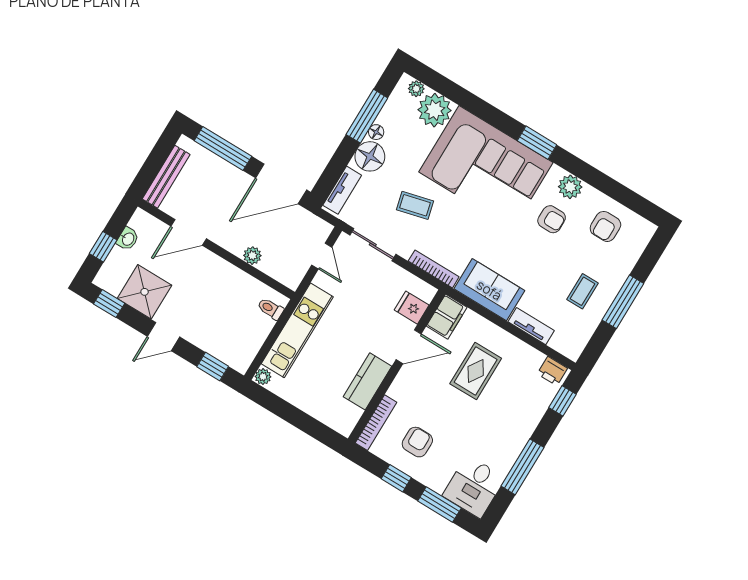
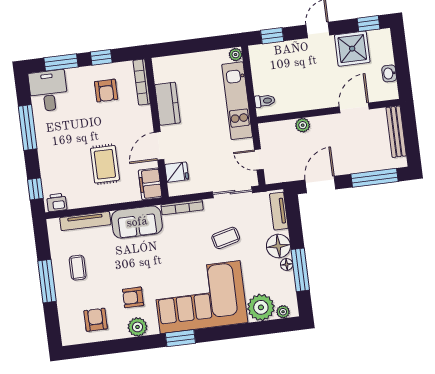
door: (281, 184) -> (320, 185), width x0.73
window: (103, 247) -> (401, 56), removed
tv unit: (531, 326) -> (85, 221), width x1.41

